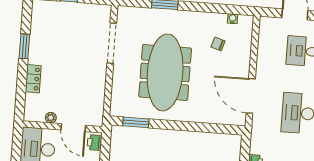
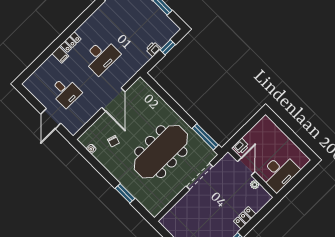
doorway: (112, 43) -> (200, 176), moved
door: (251, 96) -> (113, 100), moved
window: (136, 122) -> (205, 137), width x1.44

